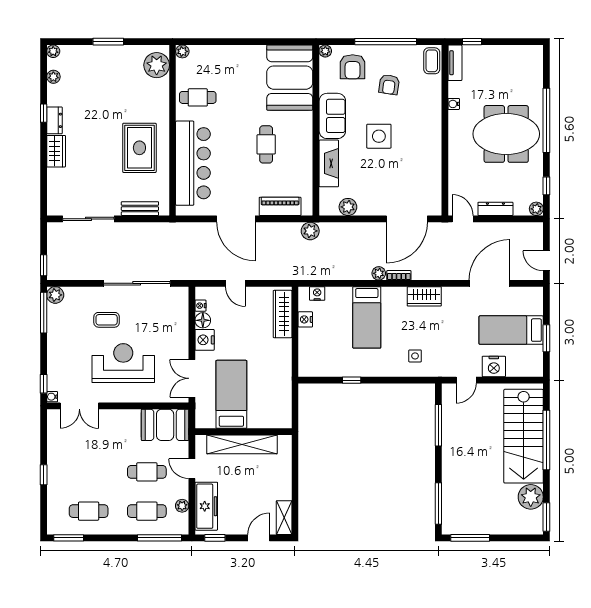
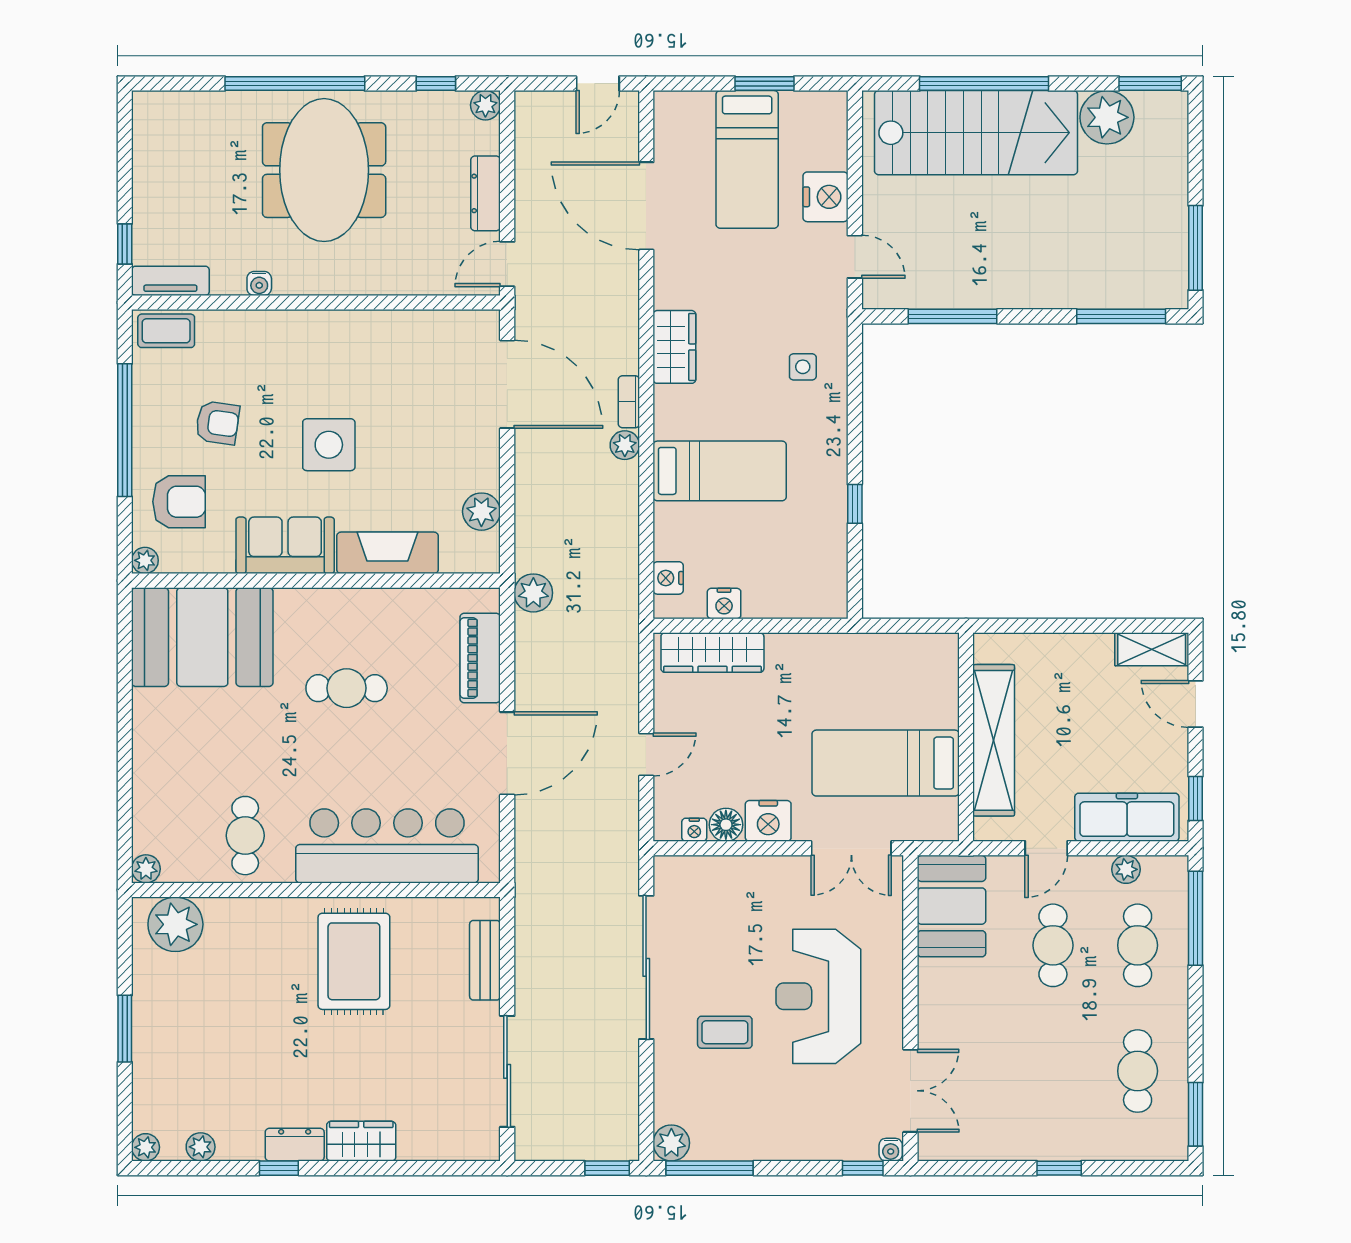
rug: (139, 148) -> (354, 961), turned 90
coffee table: (107, 320) -> (725, 1032), turned 90

